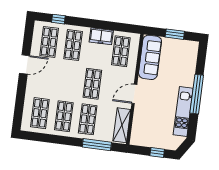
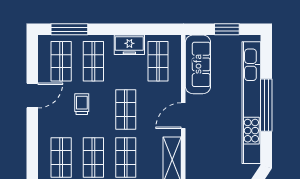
window: (58, 19) -> (69, 29), width x2.17
trolley: (60, 76) -> (82, 104), added
kitchen unit: (183, 112) -> (251, 103), width x1.86

